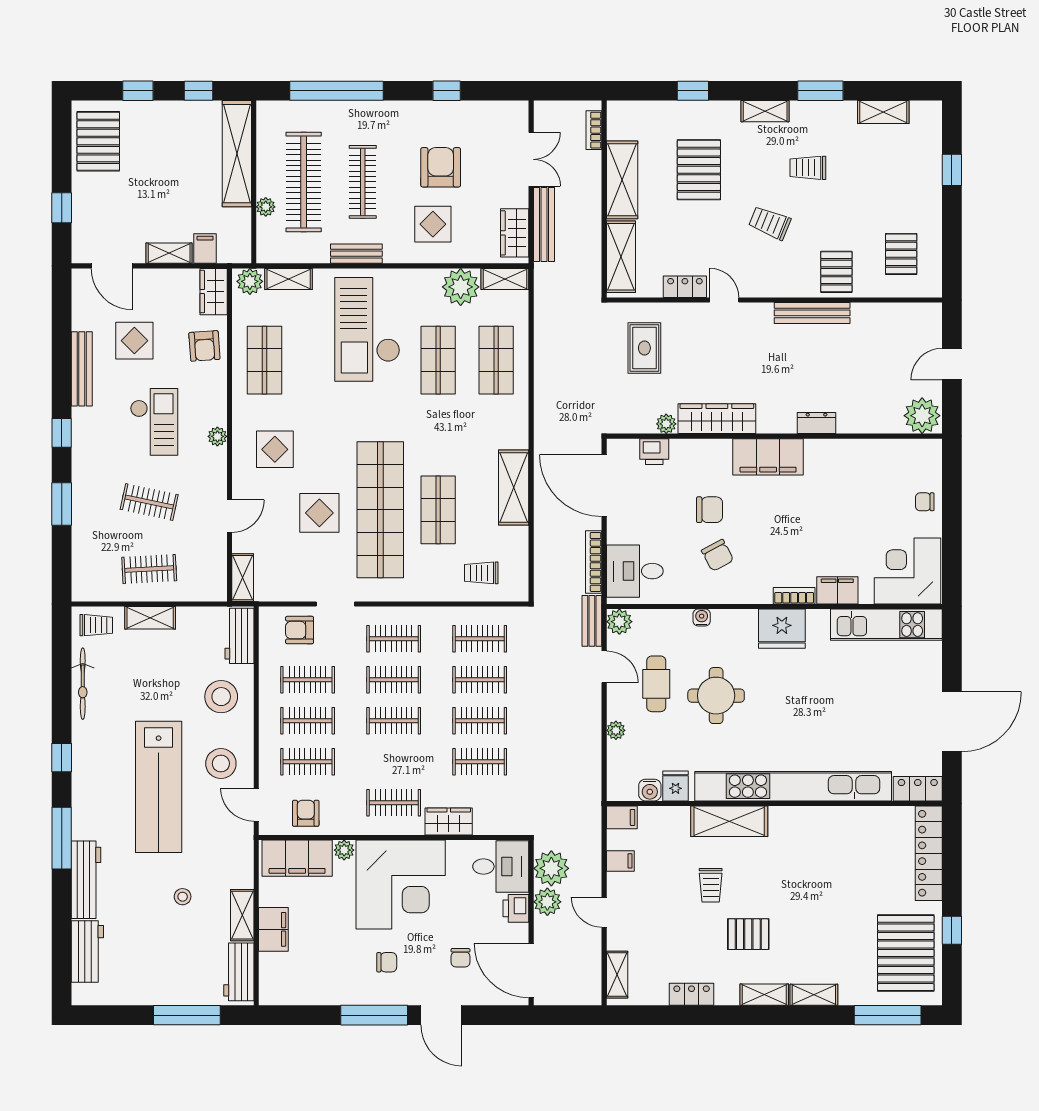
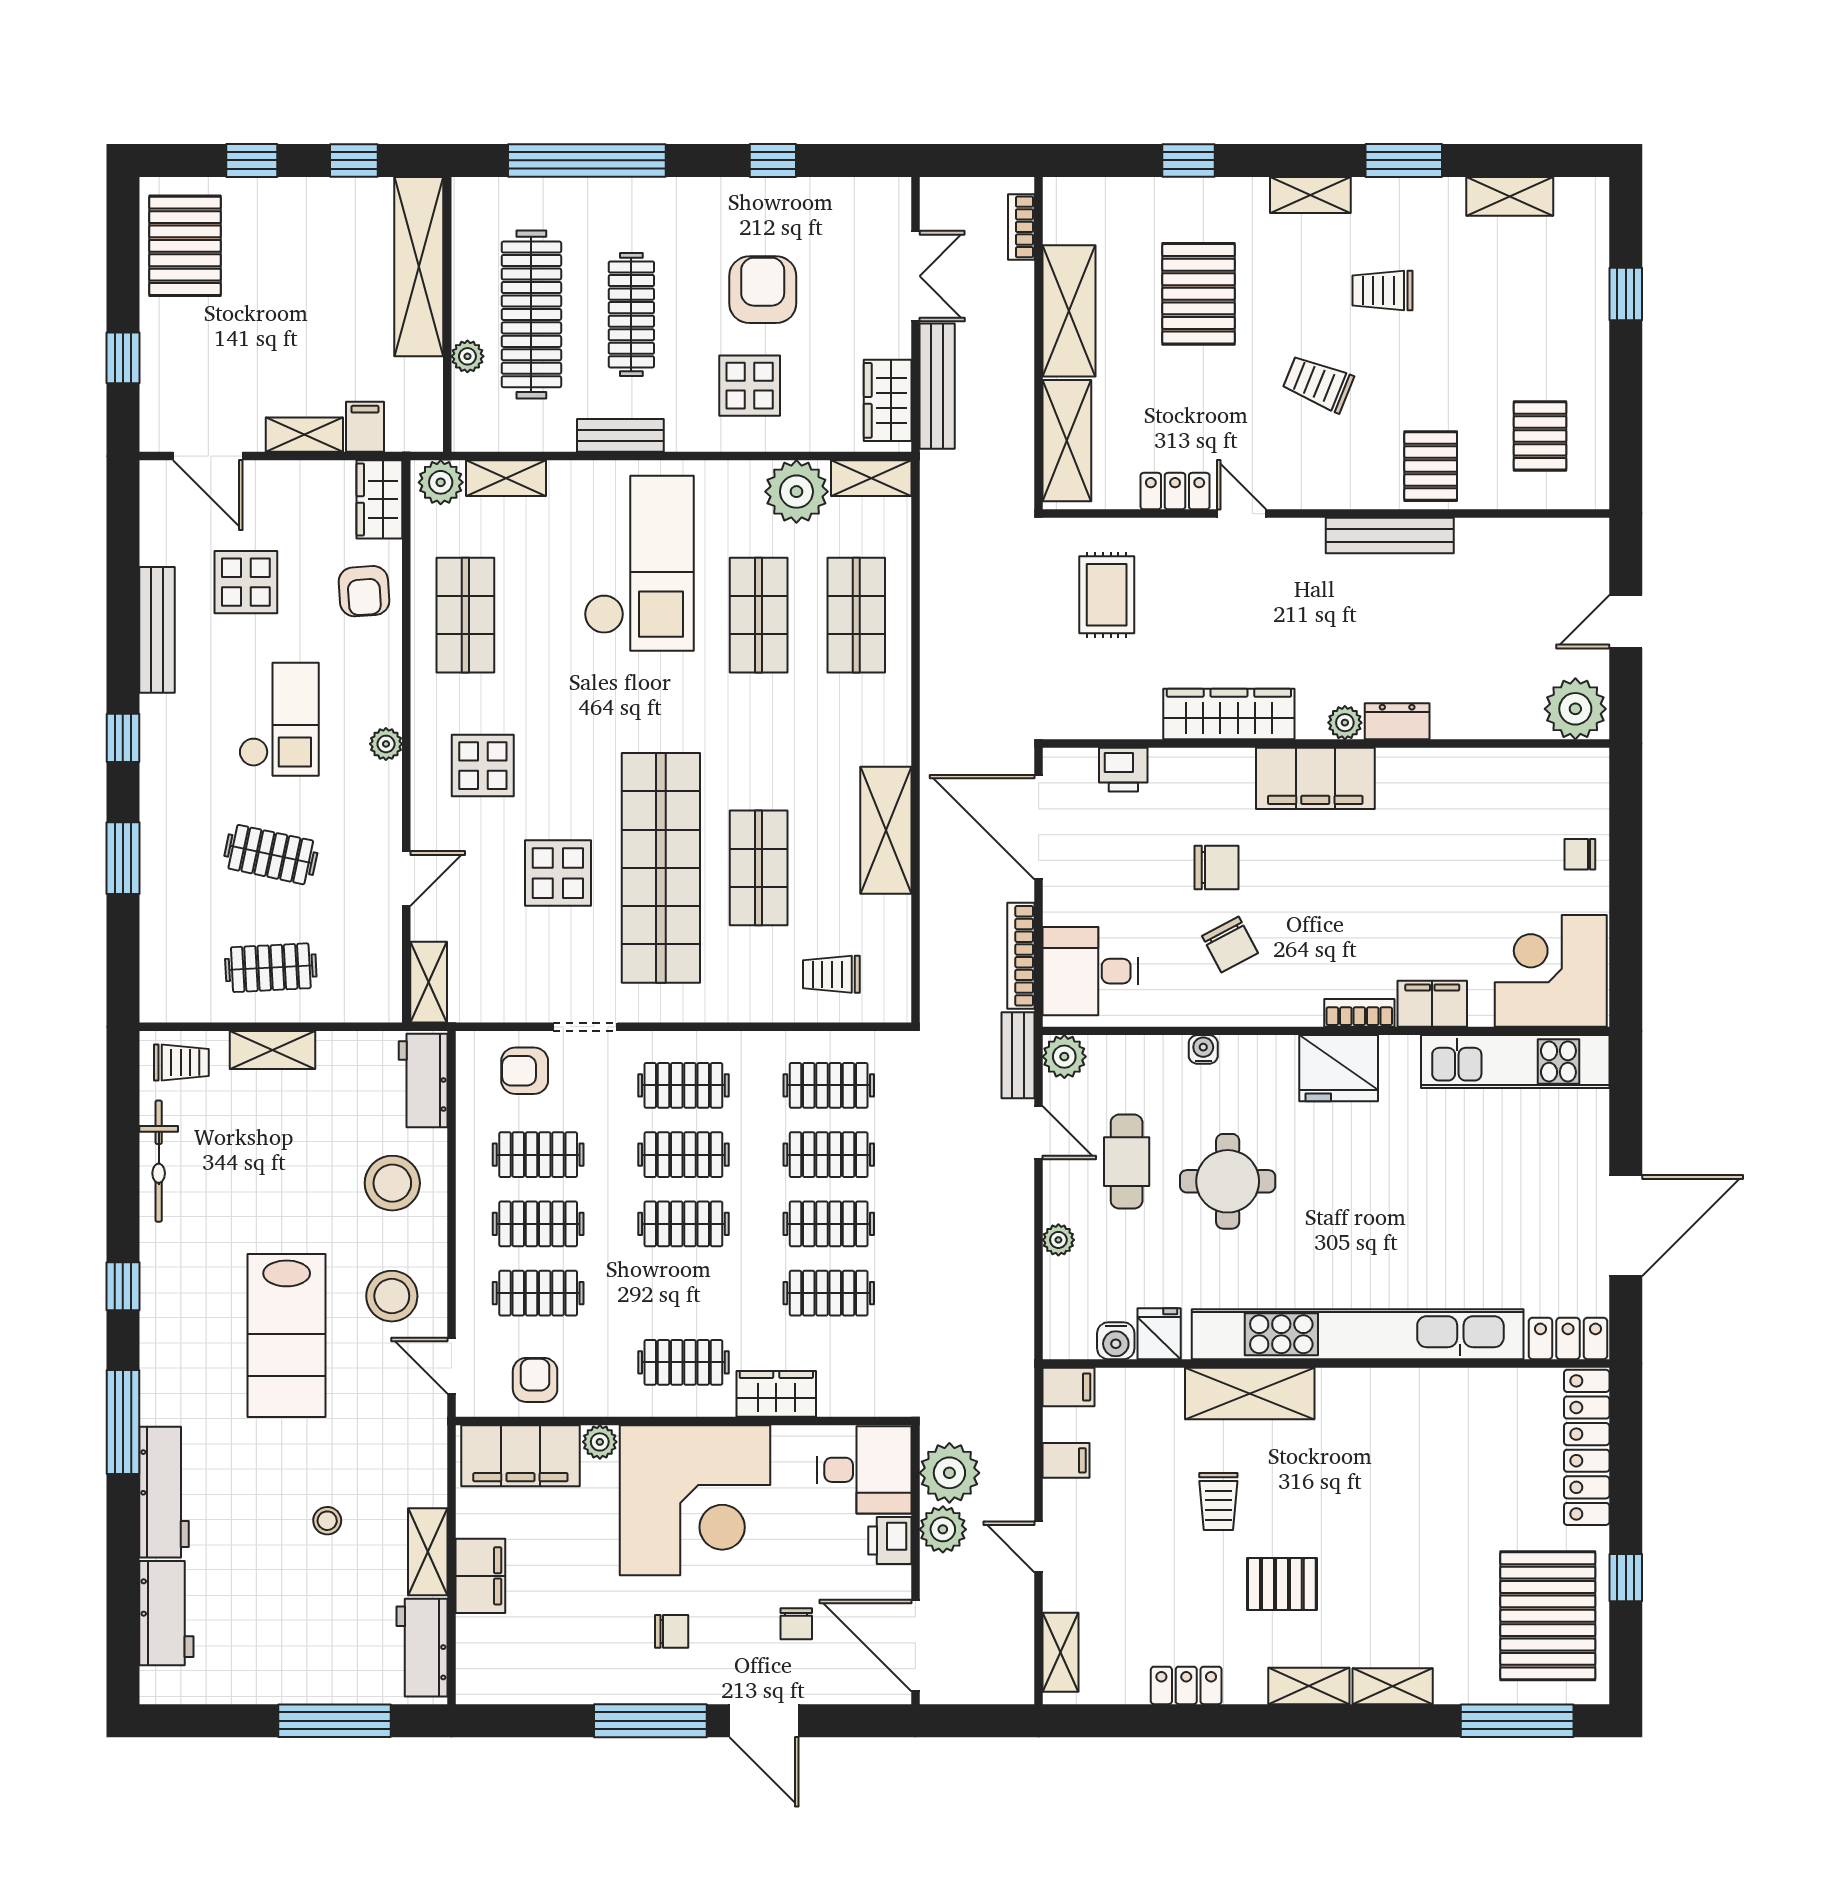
checkout: (367, 329) -> (639, 563), turned 180
plant: (666, 424) -> (1345, 723), moved
lab bench: (159, 787) -> (287, 1335), width x0.73

